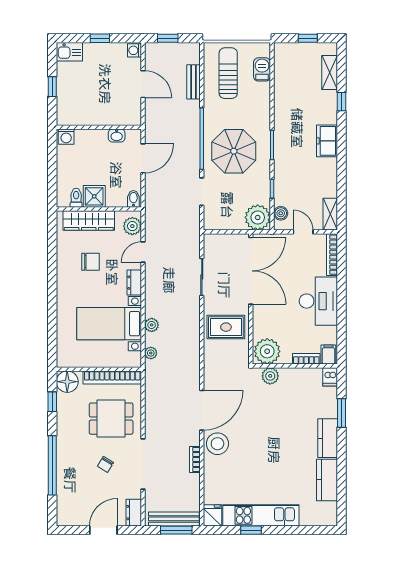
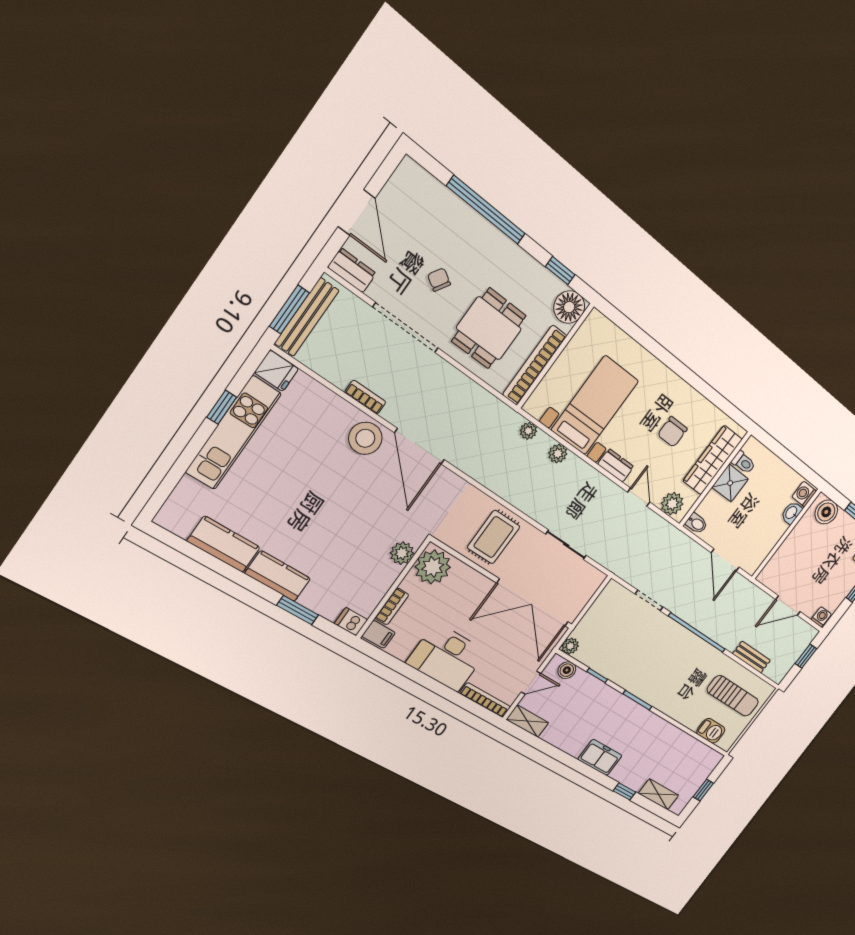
boiler: (66, 110) -> (826, 512), added
washbasin: (117, 136) -> (792, 513), moved
parasol: (234, 151) -> (661, 658), removed
plant: (258, 217) -> (570, 646), width x0.53, depth x0.53

